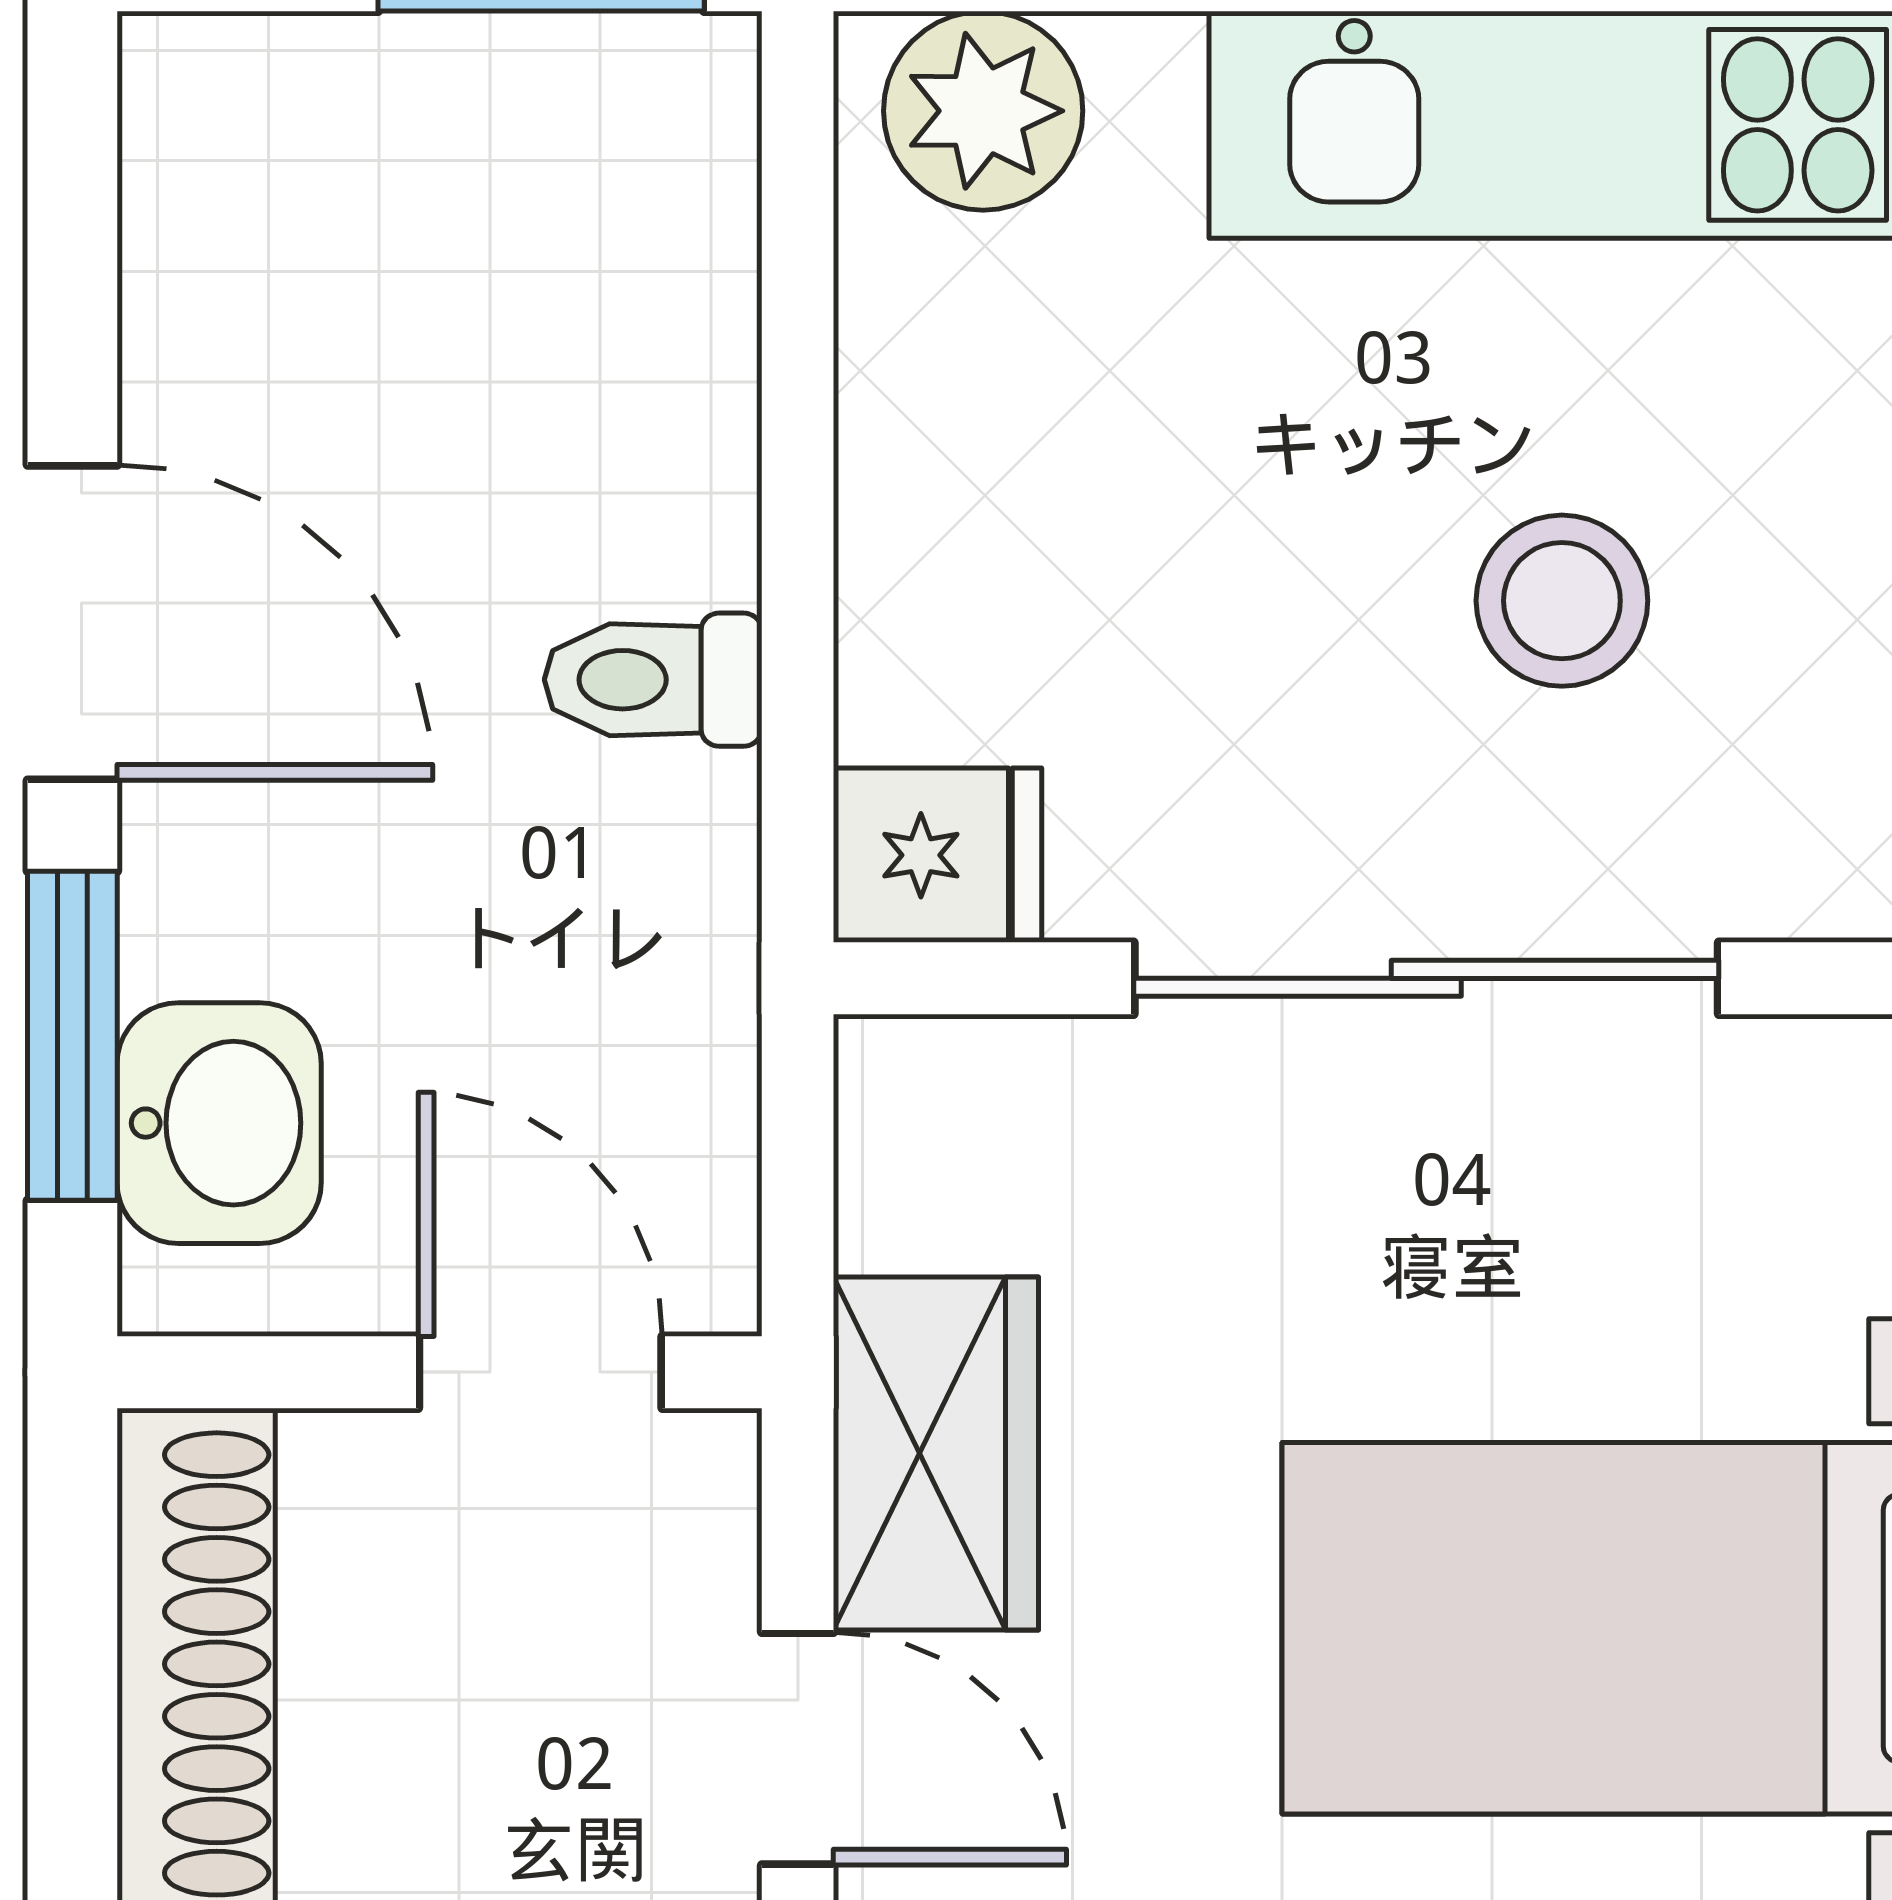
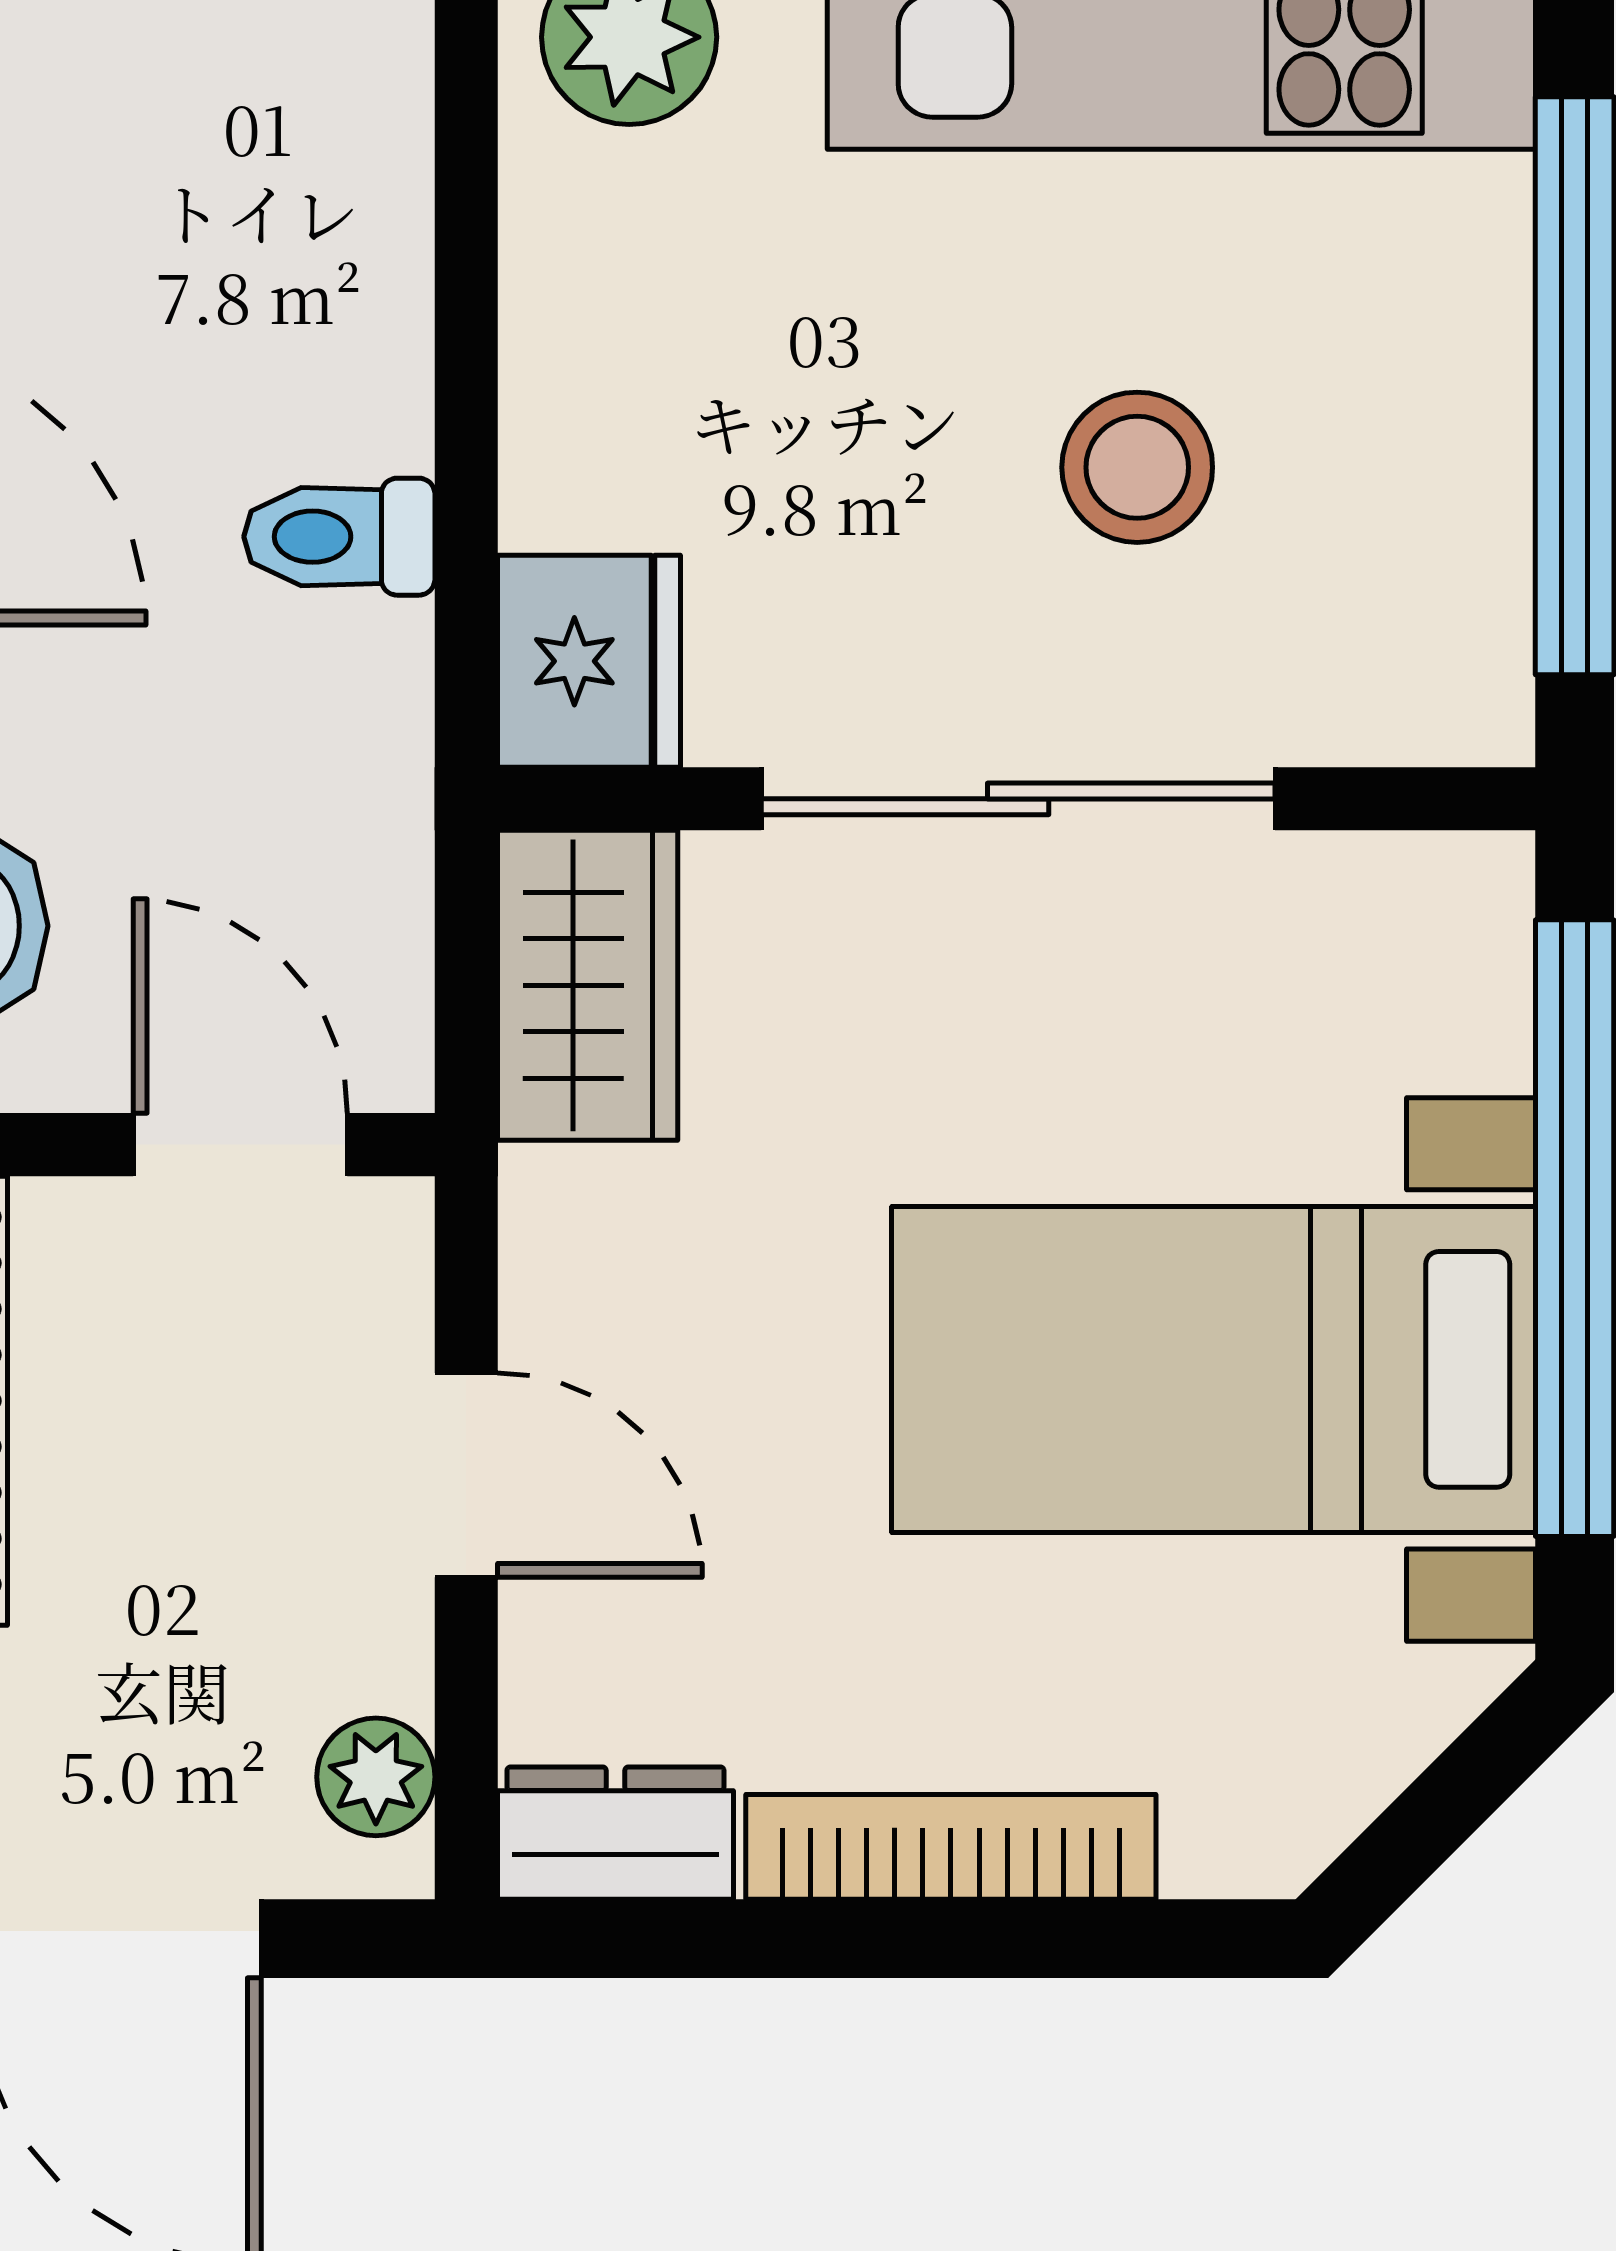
fridge: (938, 855) -> (589, 661), width x1.38
wardrobe: (936, 1453) -> (588, 985), moved

